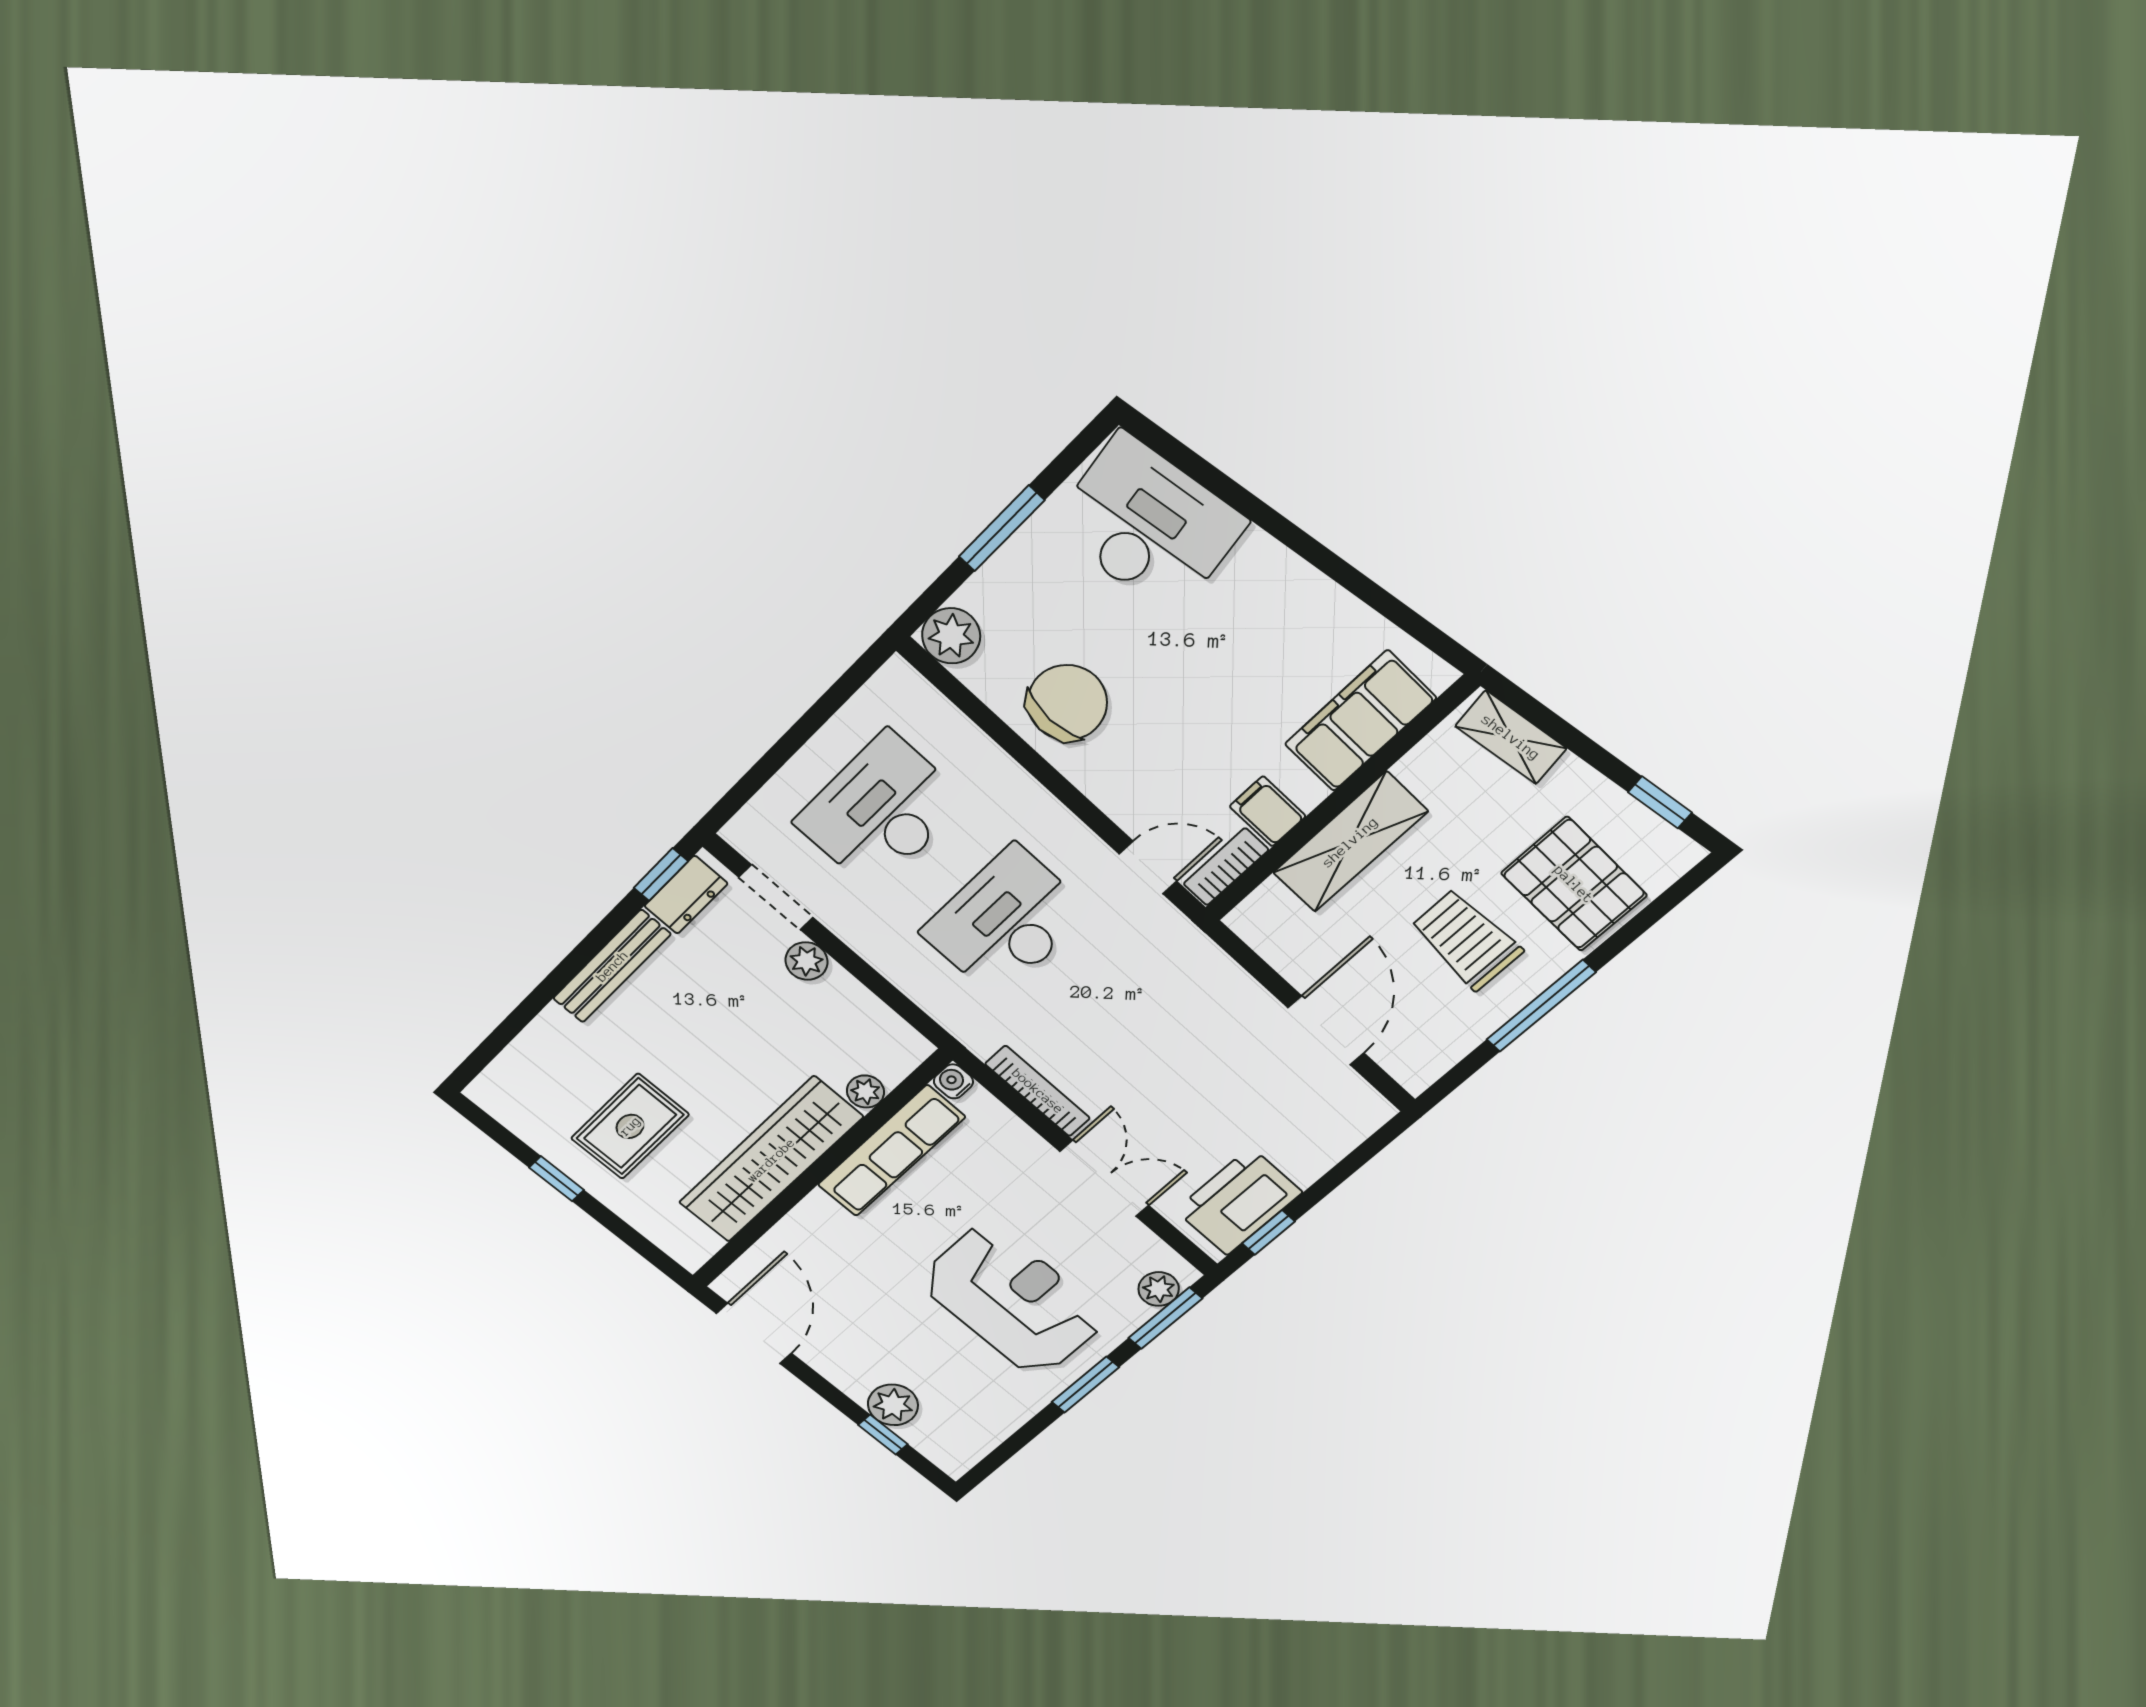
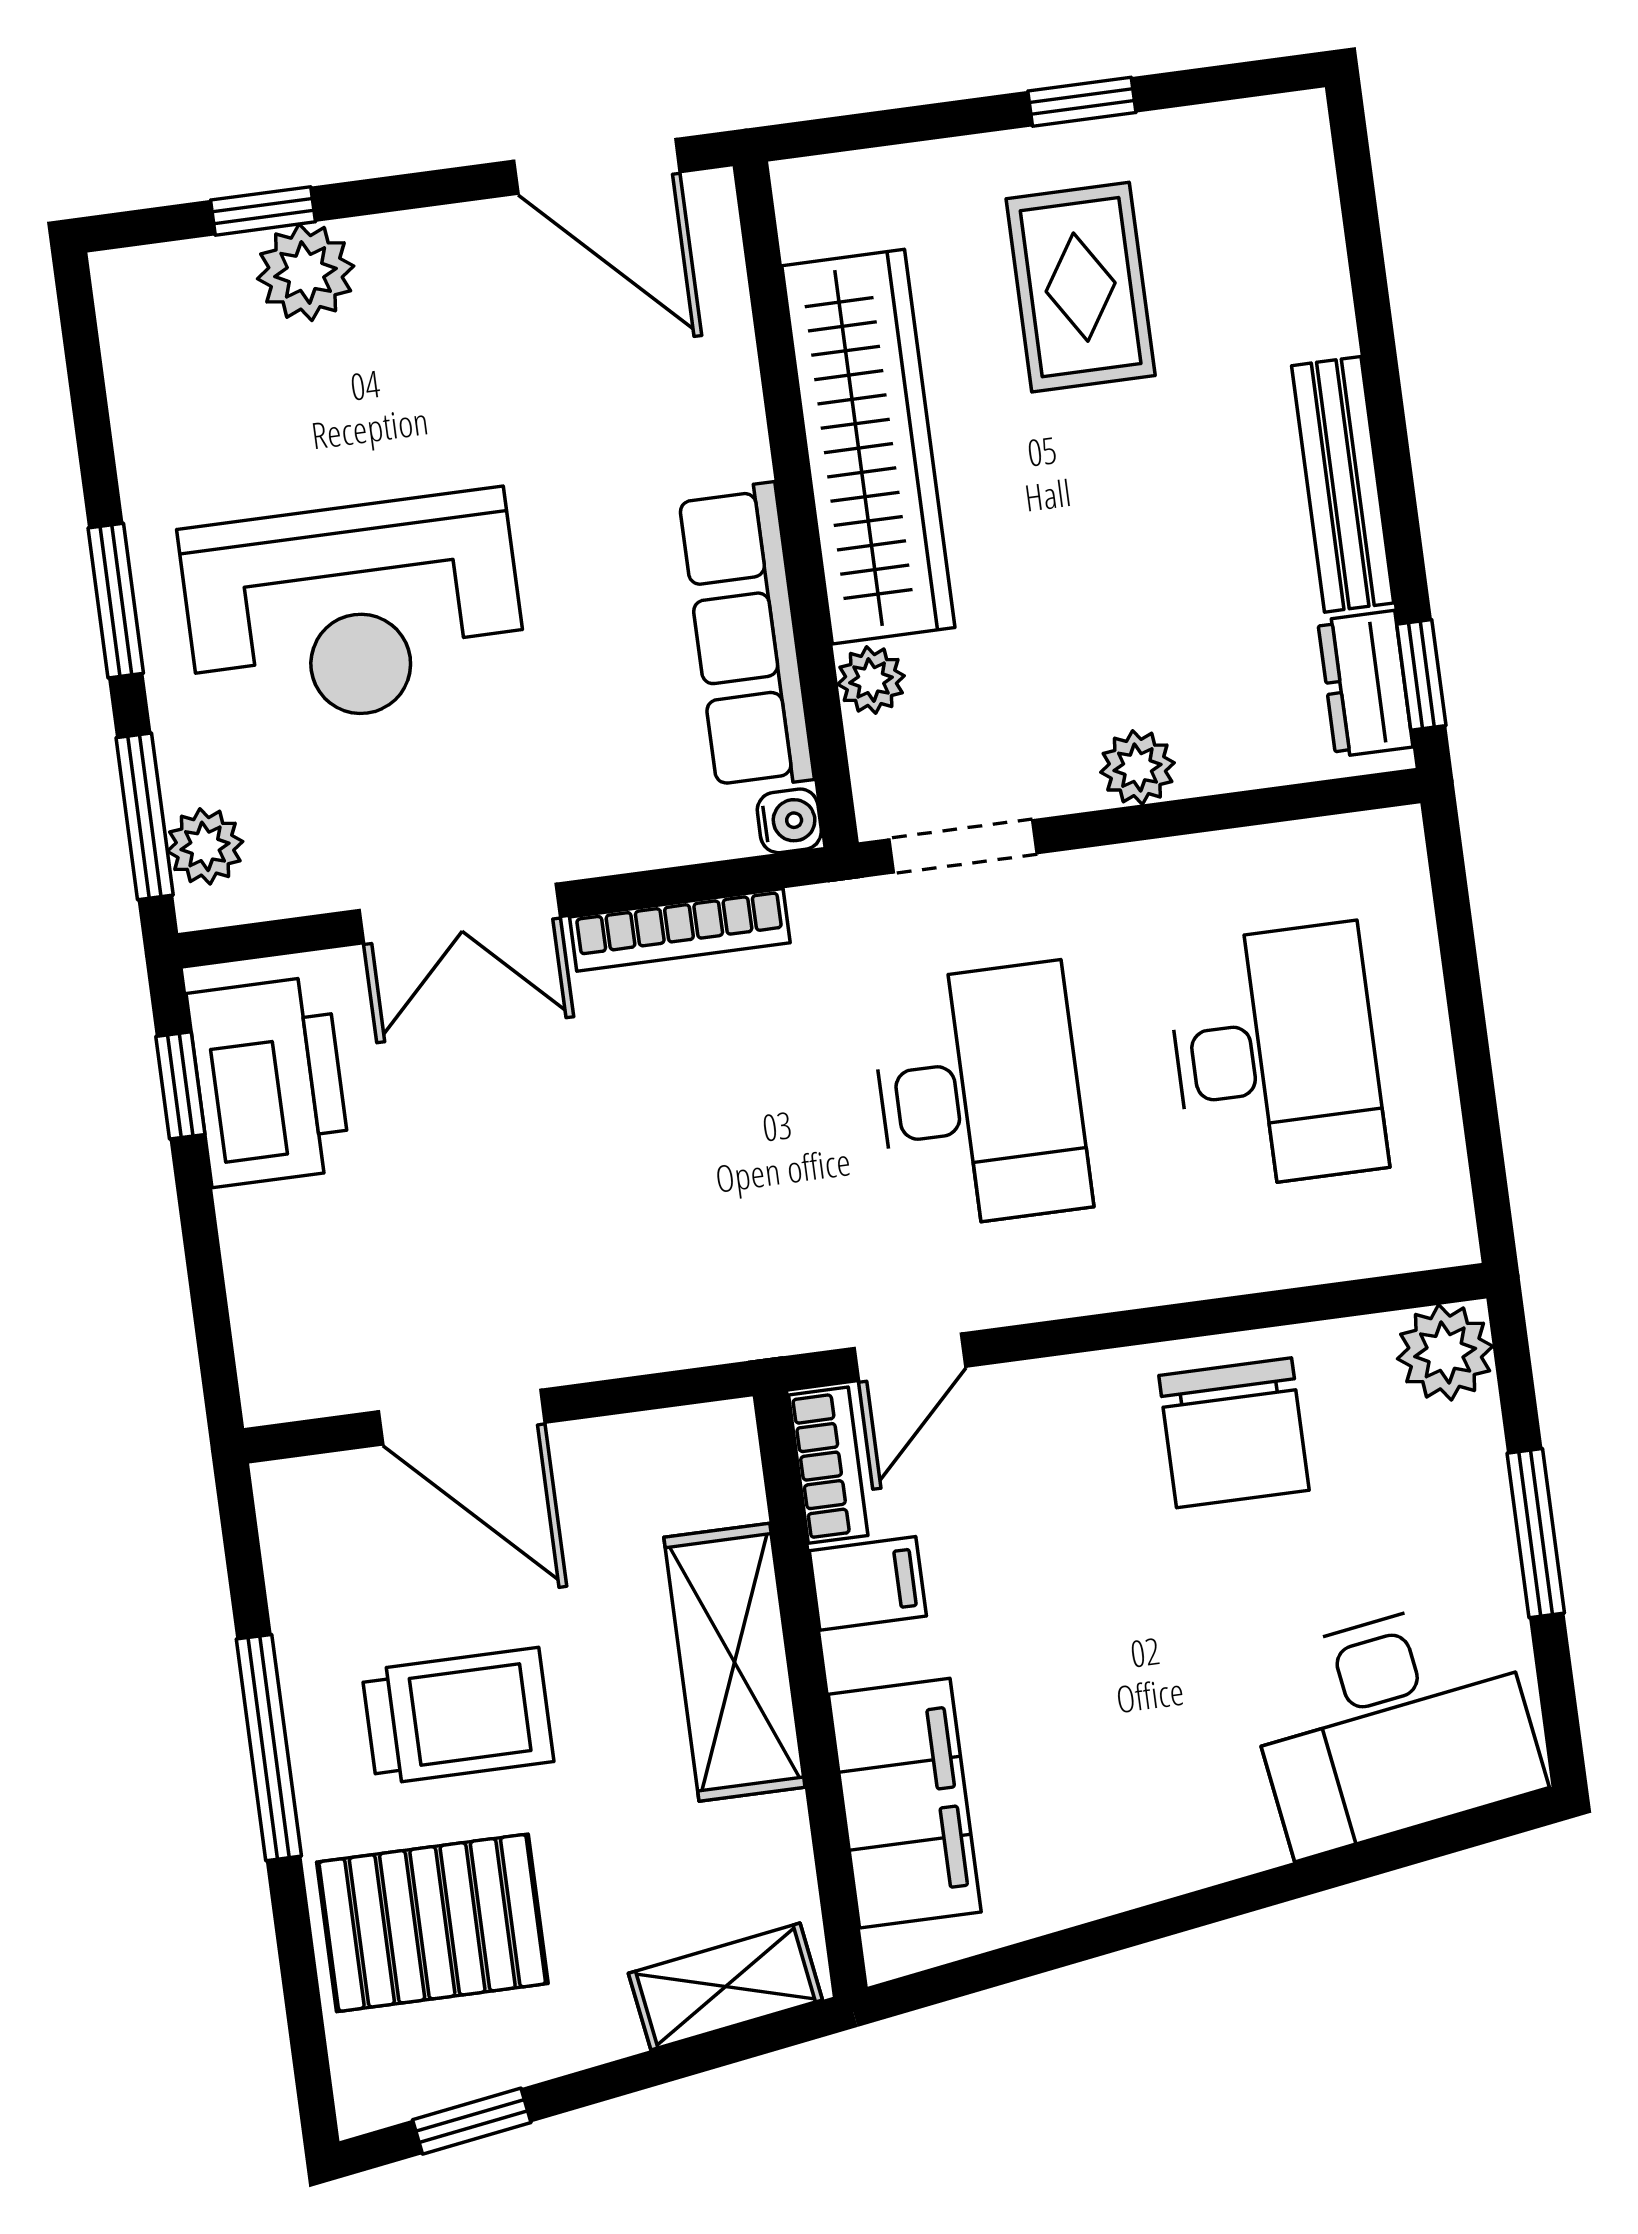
doorway: (776, 897) -> (963, 846), moved

